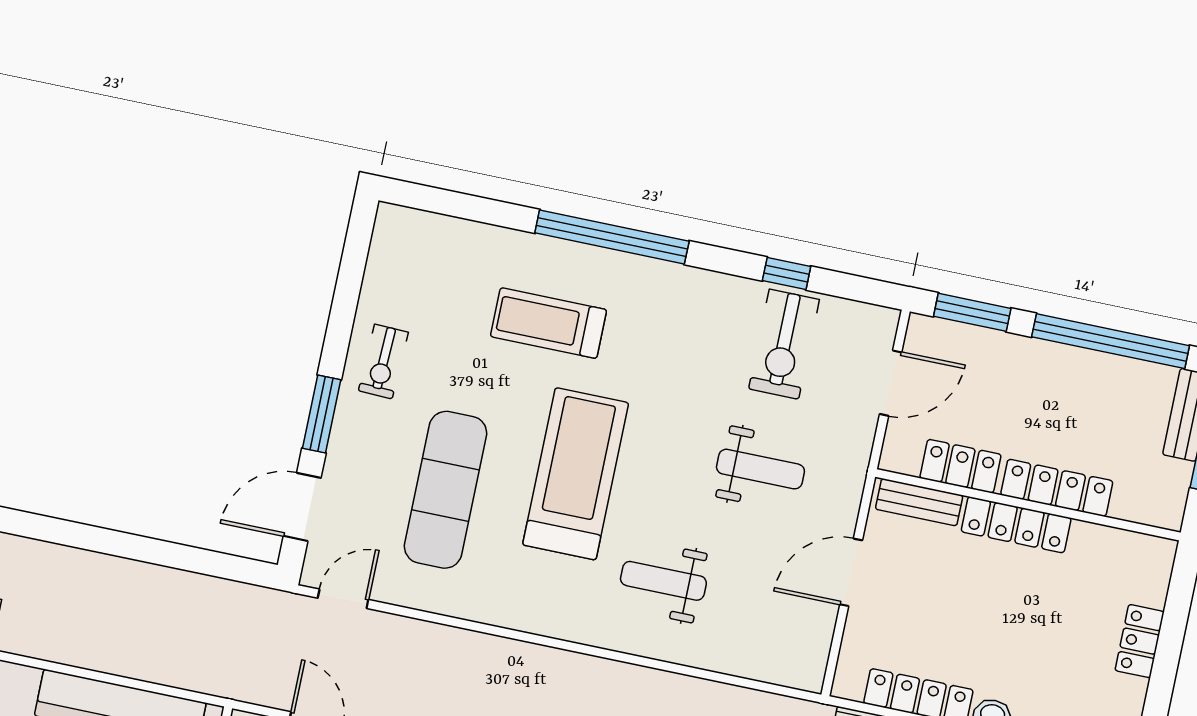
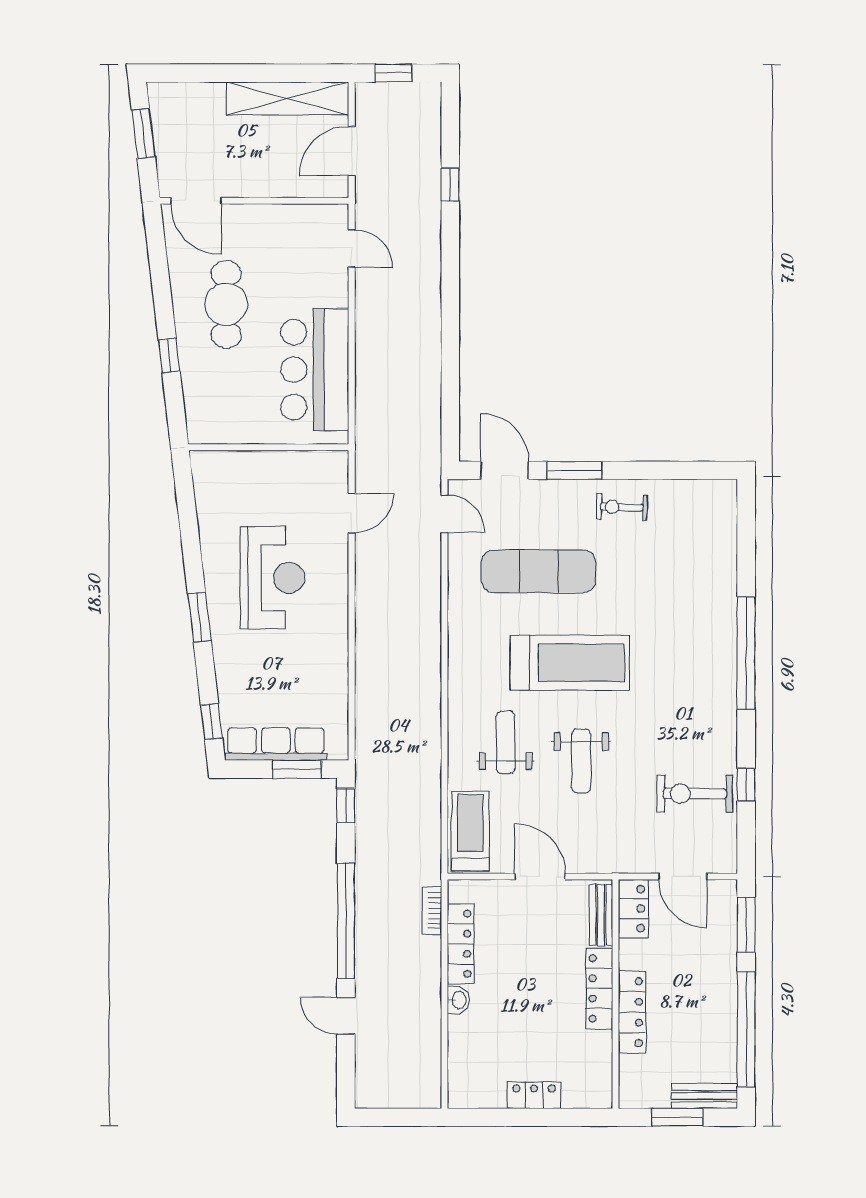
treadmill: (548, 323) -> (470, 831), moved
locker: (960, 466) -> (633, 909), moved
weight bench: (760, 469) -> (581, 761), moved

